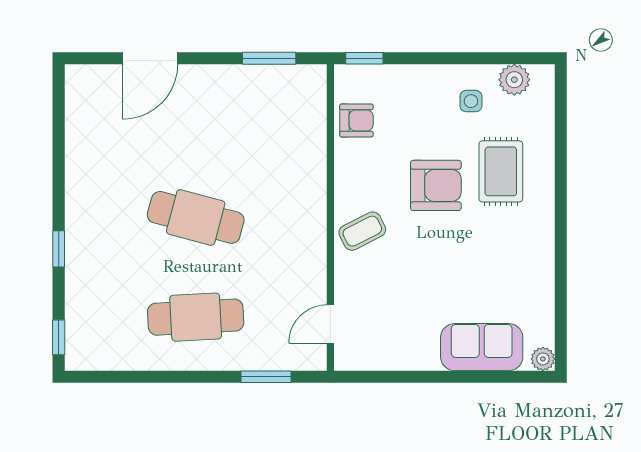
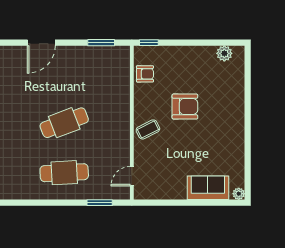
side table: (471, 101) -> (203, 64), removed
rug: (501, 171) -> (218, 99), removed
cafe table: (196, 217) -> (64, 123), turned -36

